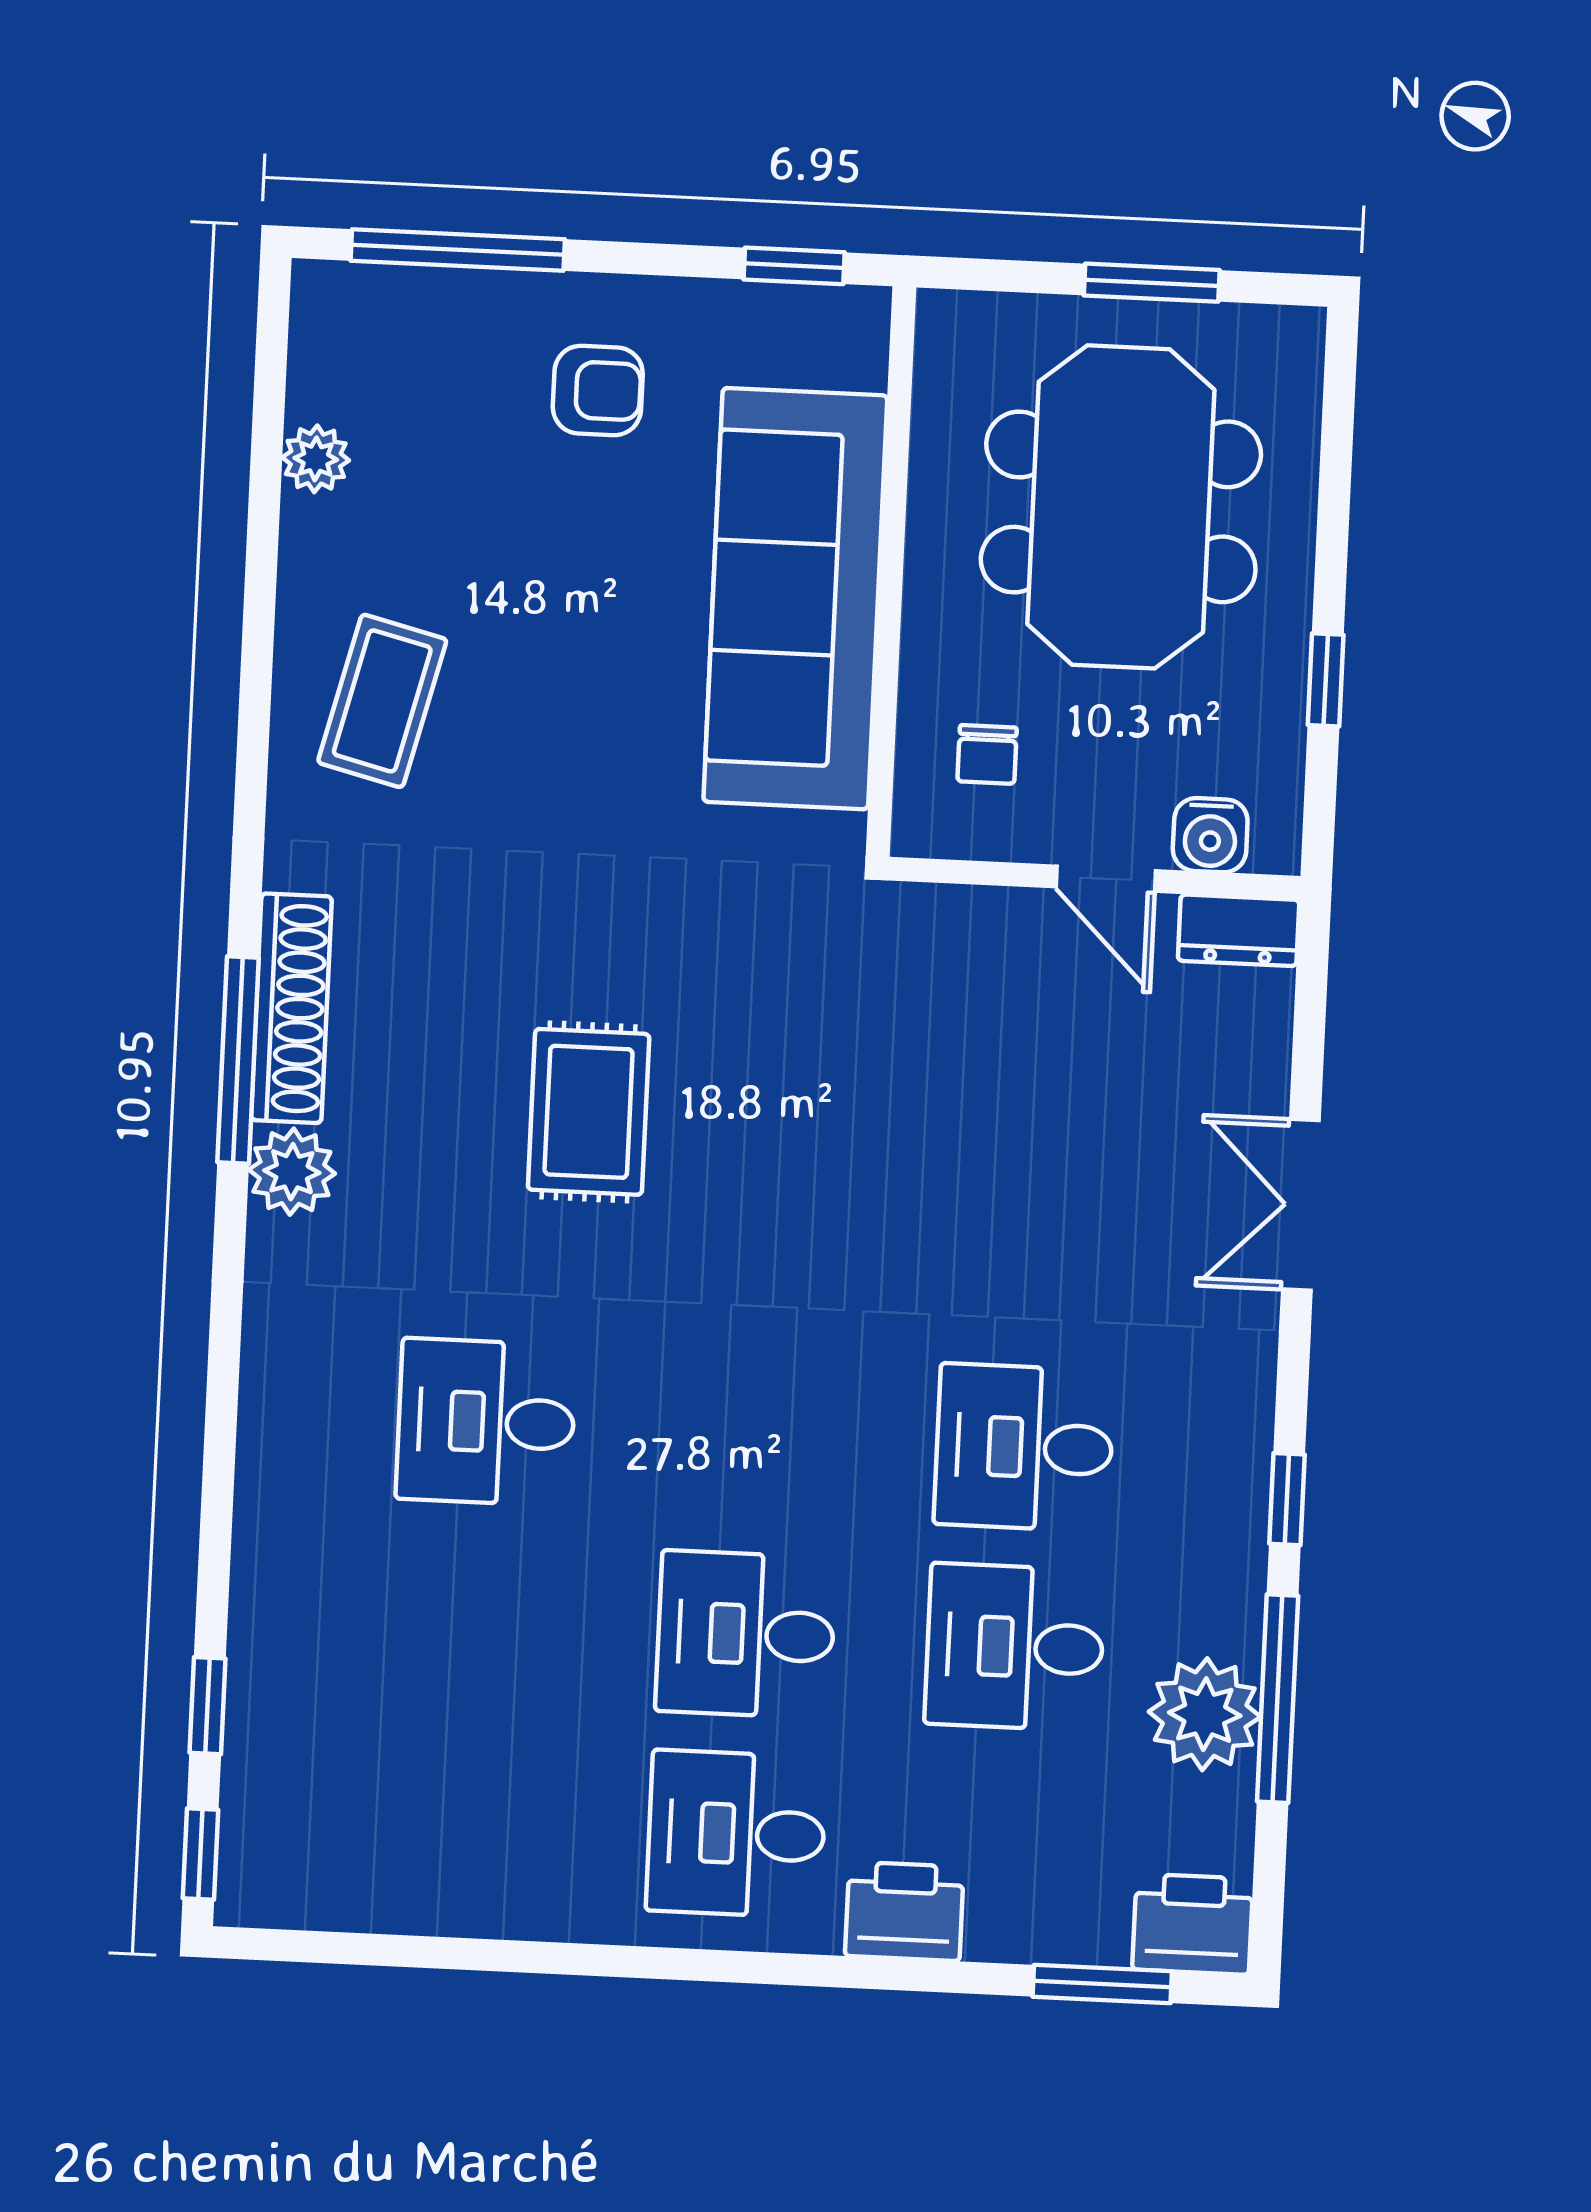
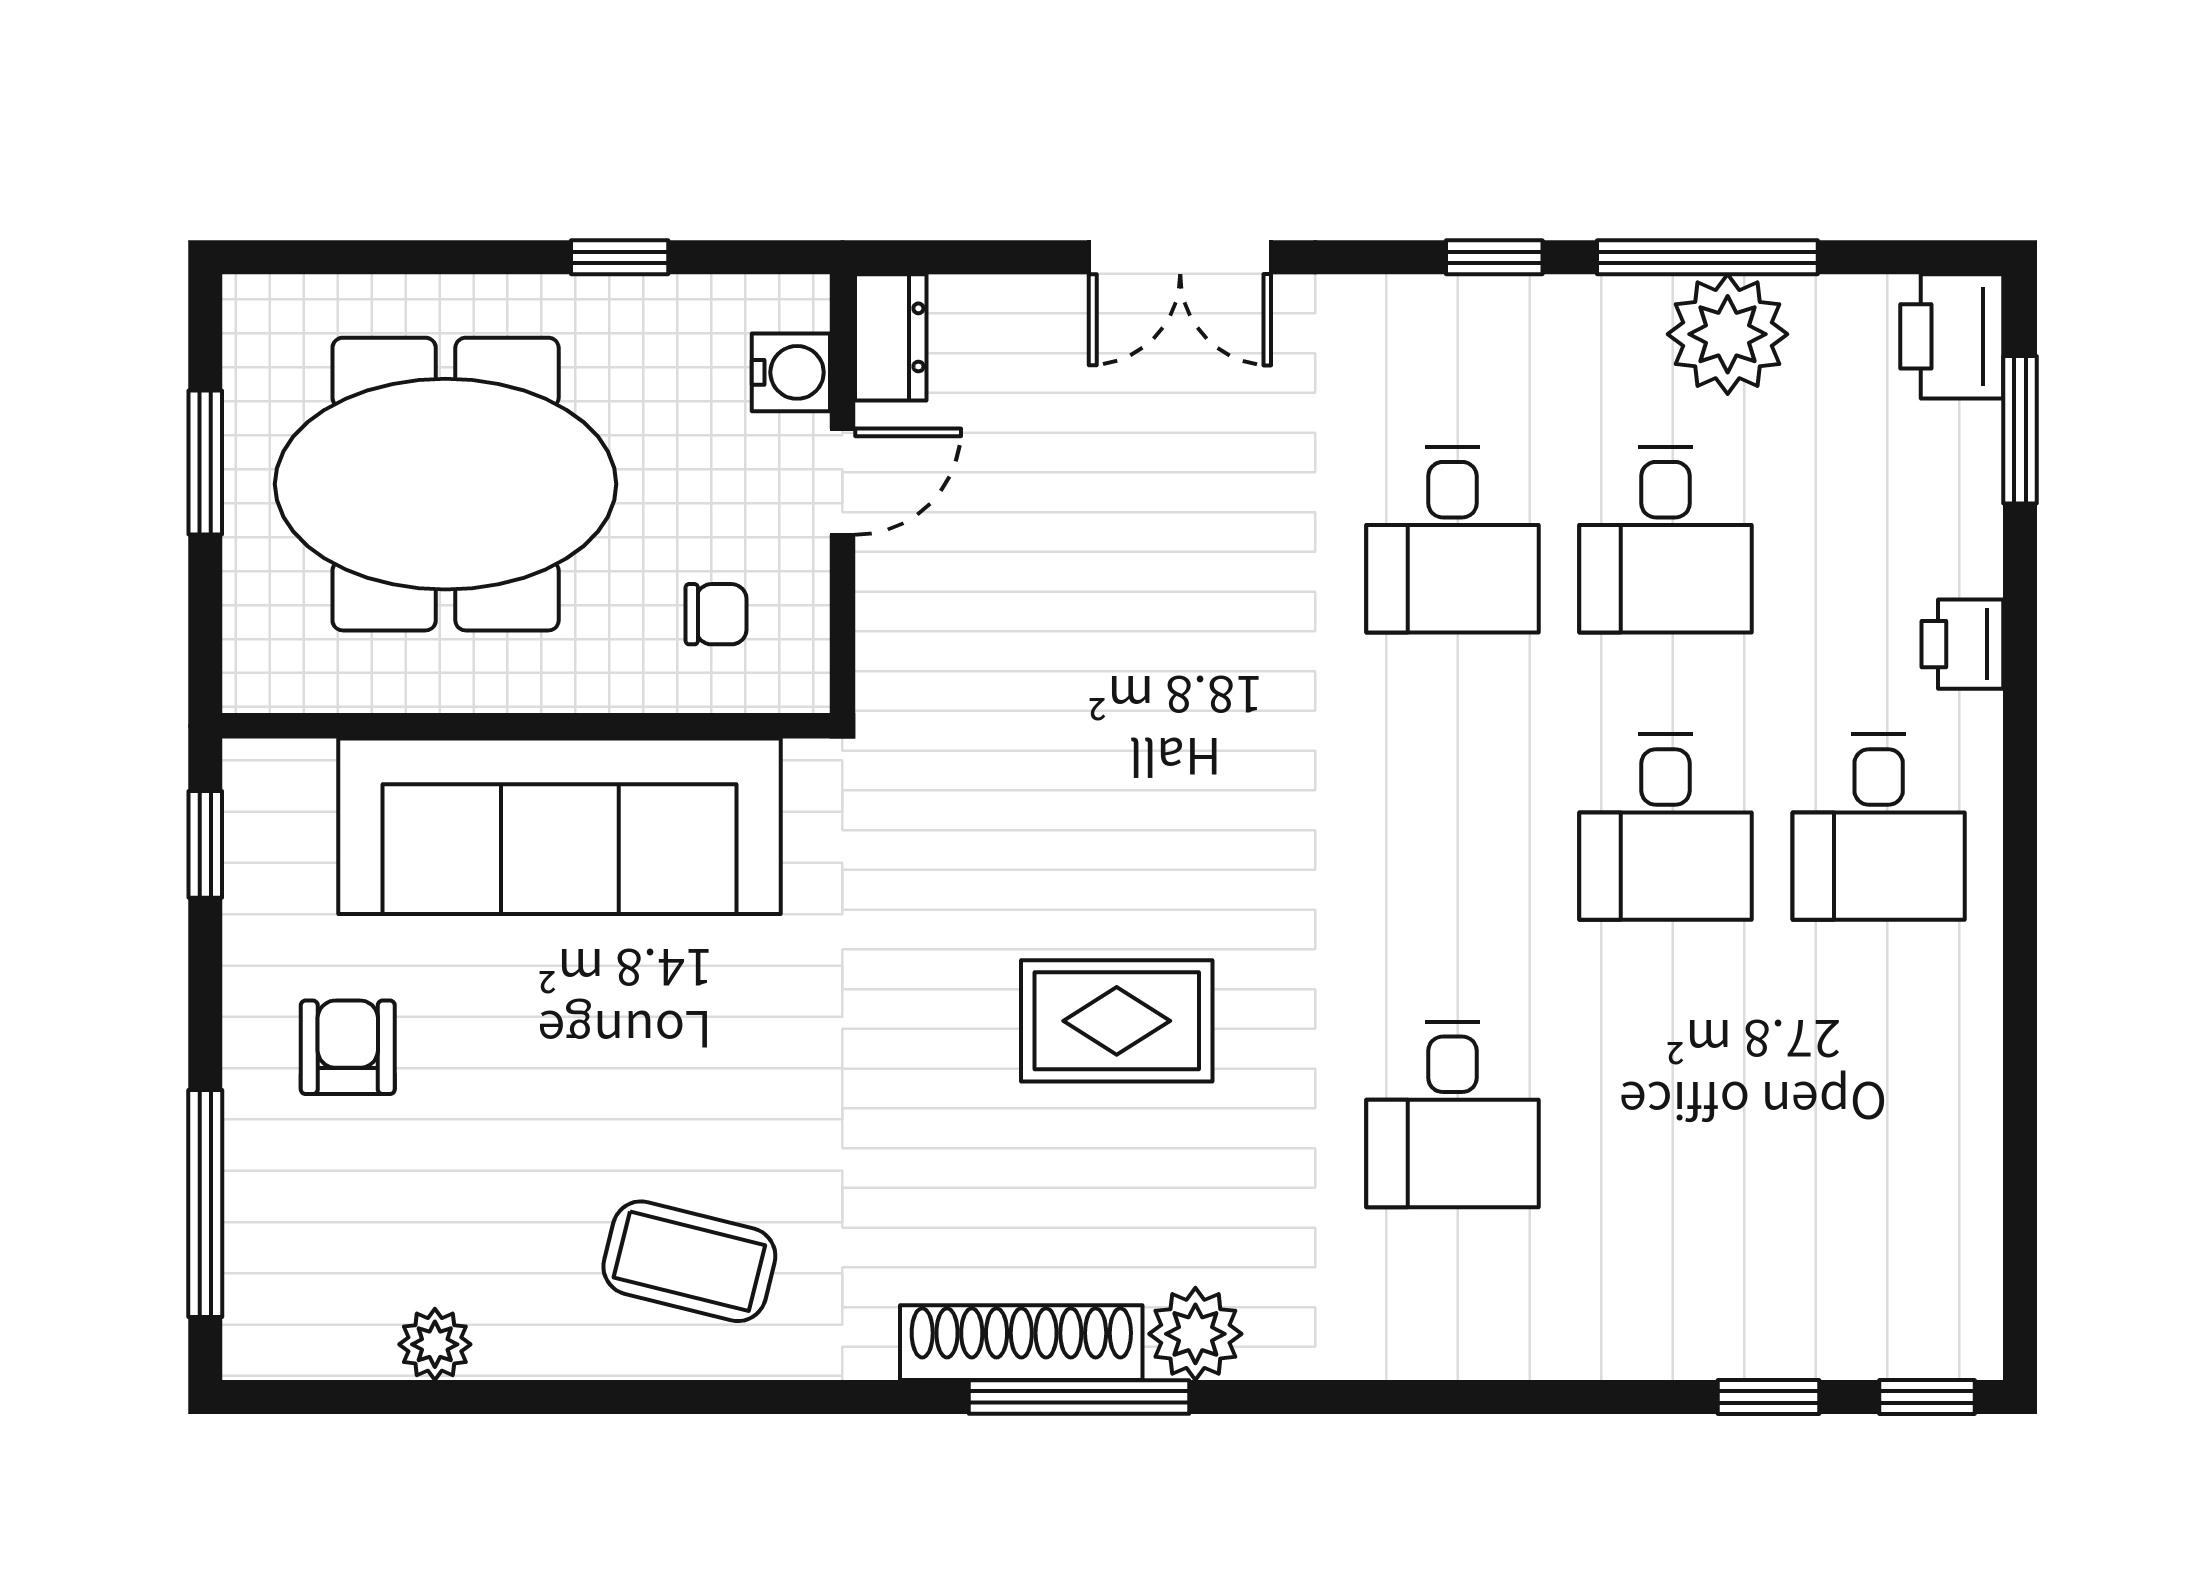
printer: (904, 1911) -> (1962, 644), width x0.73, depth x0.81

